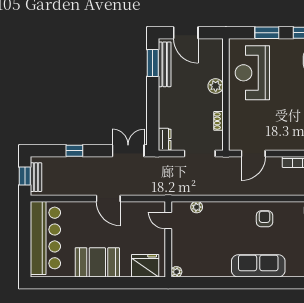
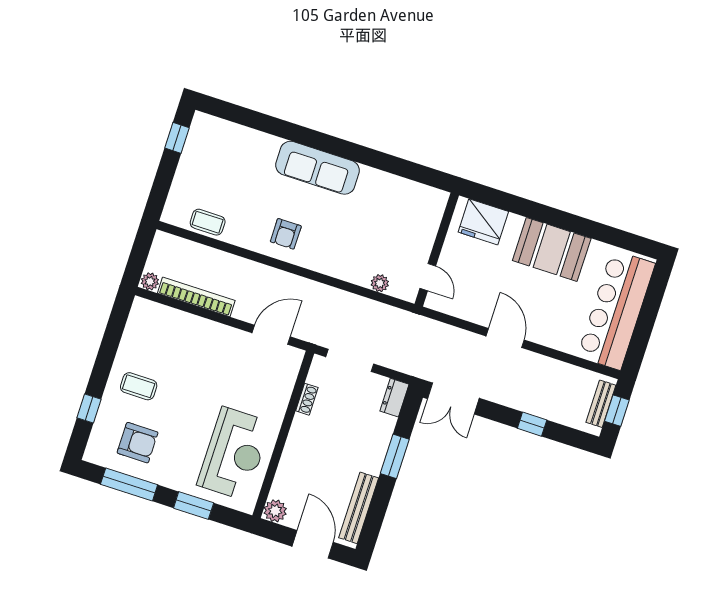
window: (153, 63) -> (395, 456), moved
plant: (216, 86) -> (275, 511), moved
plant: (176, 272) -> (440, 198), removed

